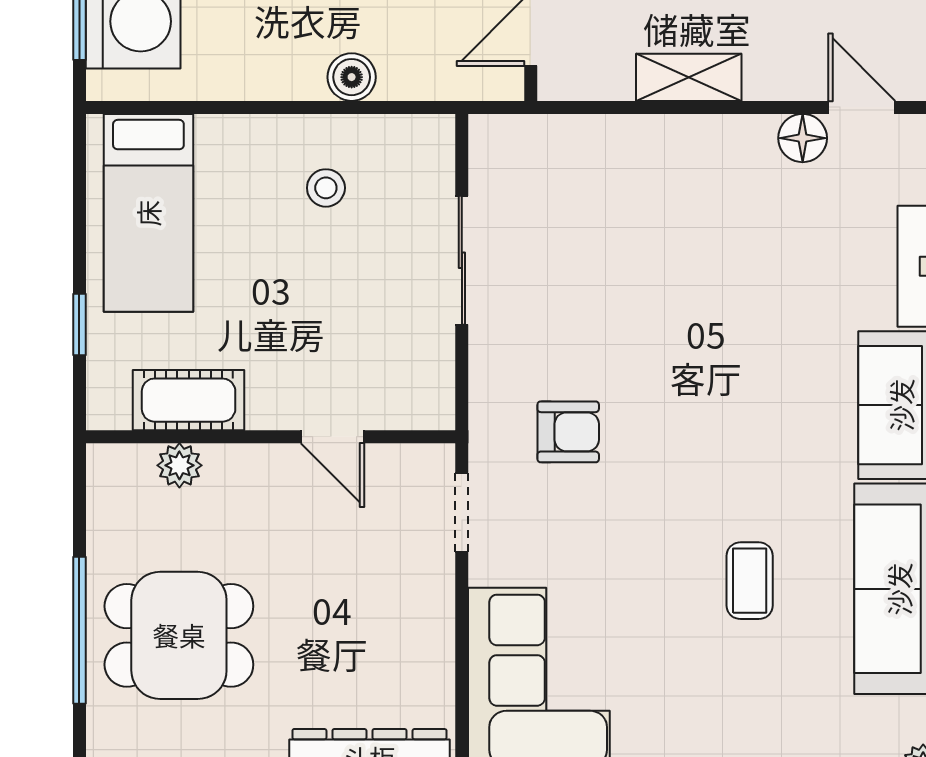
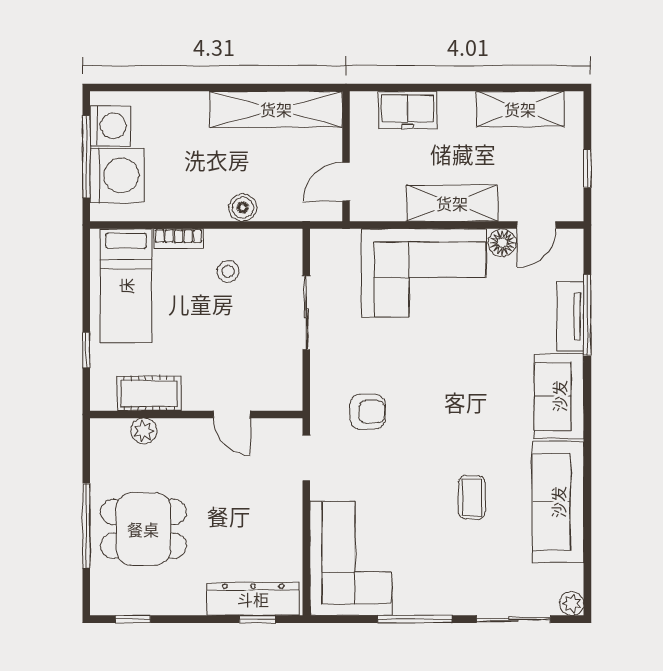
shelving: (689, 77) -> (452, 203), width x1.50, depth x1.33
door: (862, 107) -> (536, 225), swing flipped
bookcase: (240, 131) -> (179, 239), added
corner sofa: (666, 191) -> (424, 273), added

